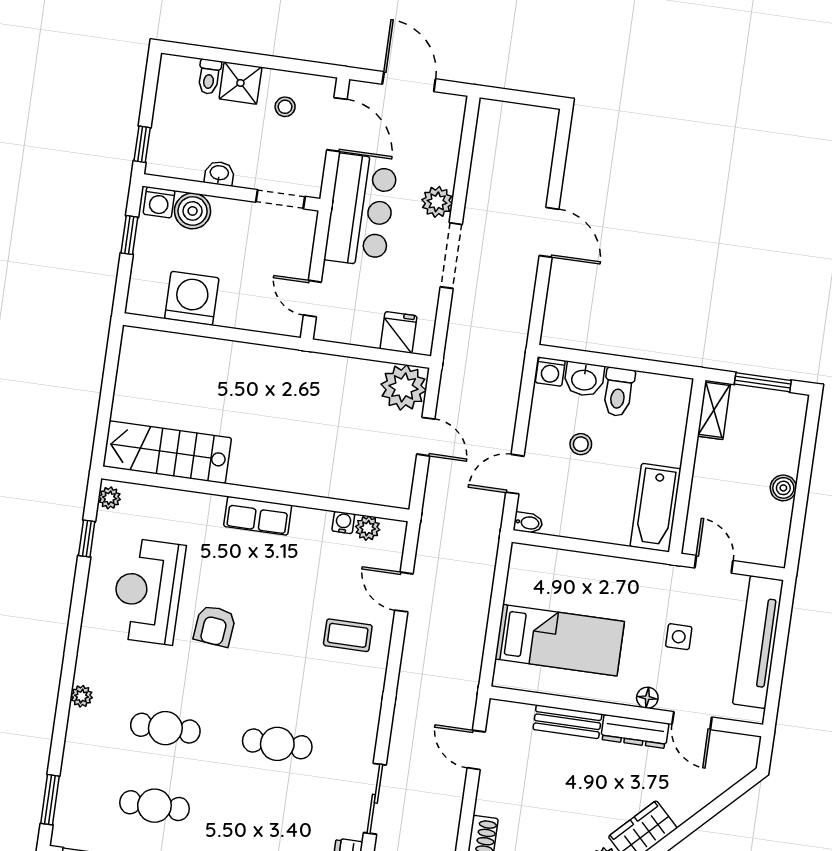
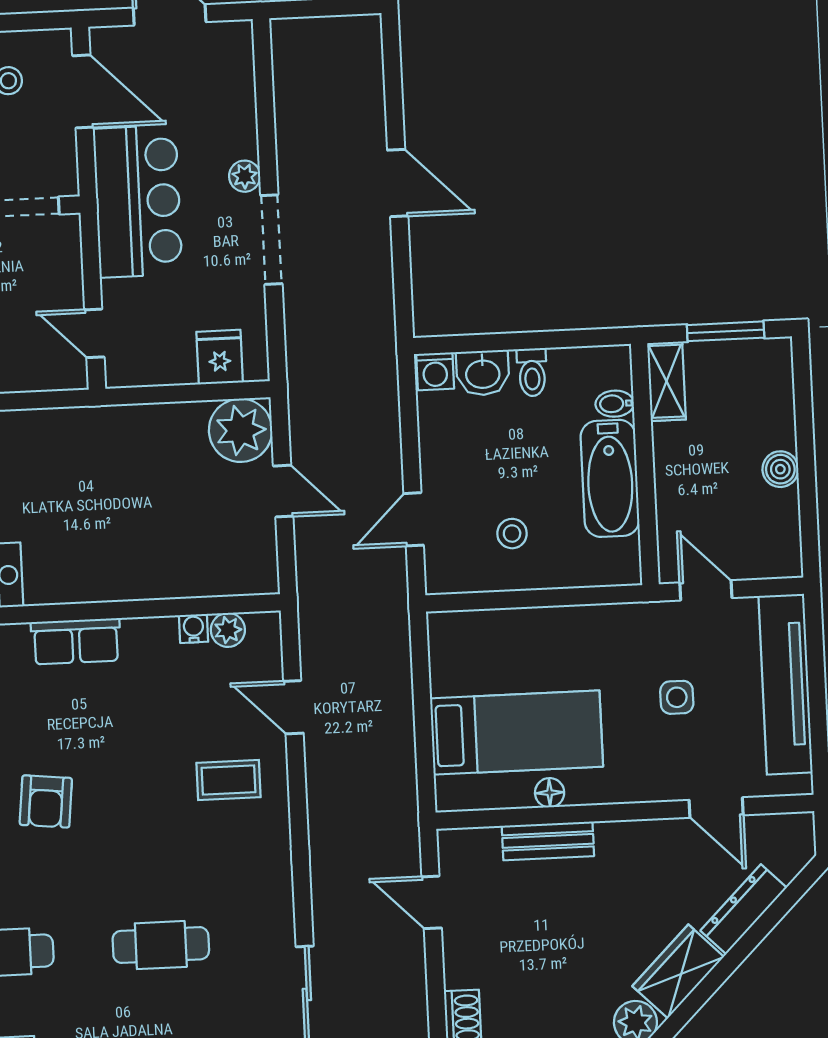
plant: (437, 202) -> (245, 176), width x0.73, depth x0.73
toilet: (618, 392) -> (532, 372), width x0.73, depth x0.72
stool: (581, 444) -> (512, 534), moved
bathtub: (656, 508) -> (610, 478), moved
bidet: (528, 523) -> (615, 404), moved, turned 180
floor lamp: (647, 698) -> (550, 793), moved
dresser: (635, 731) -> (744, 909), moved, turned 135

